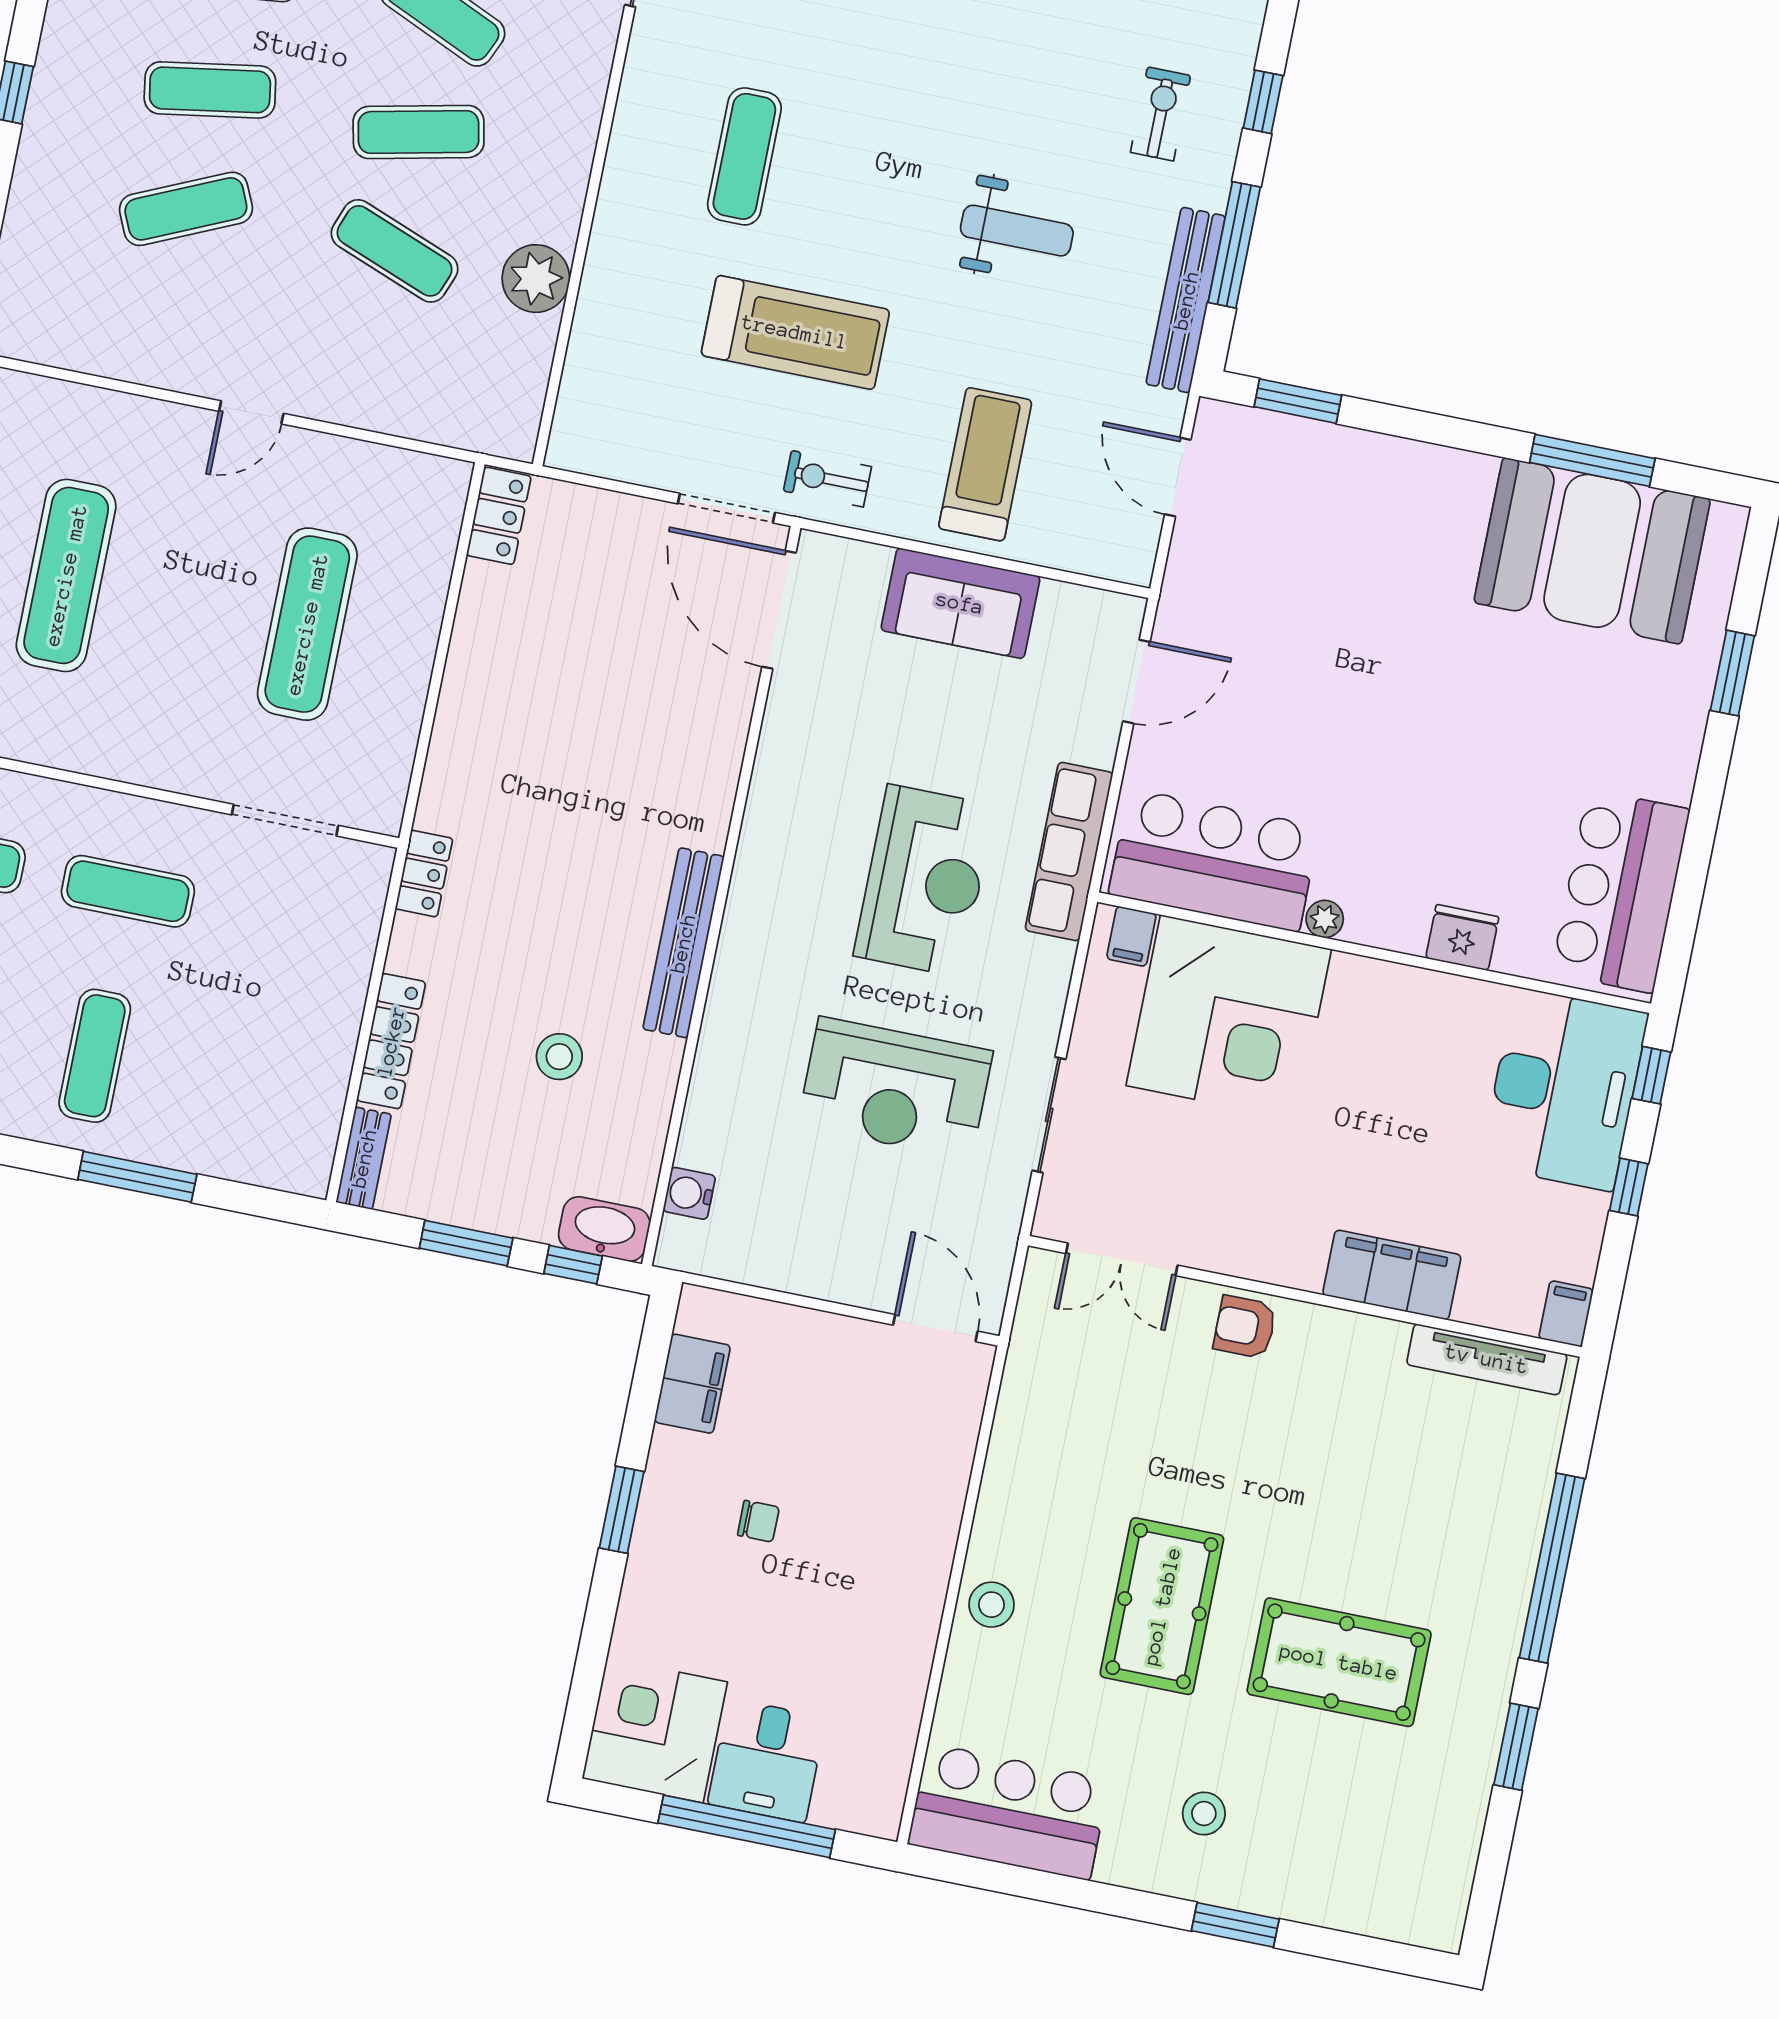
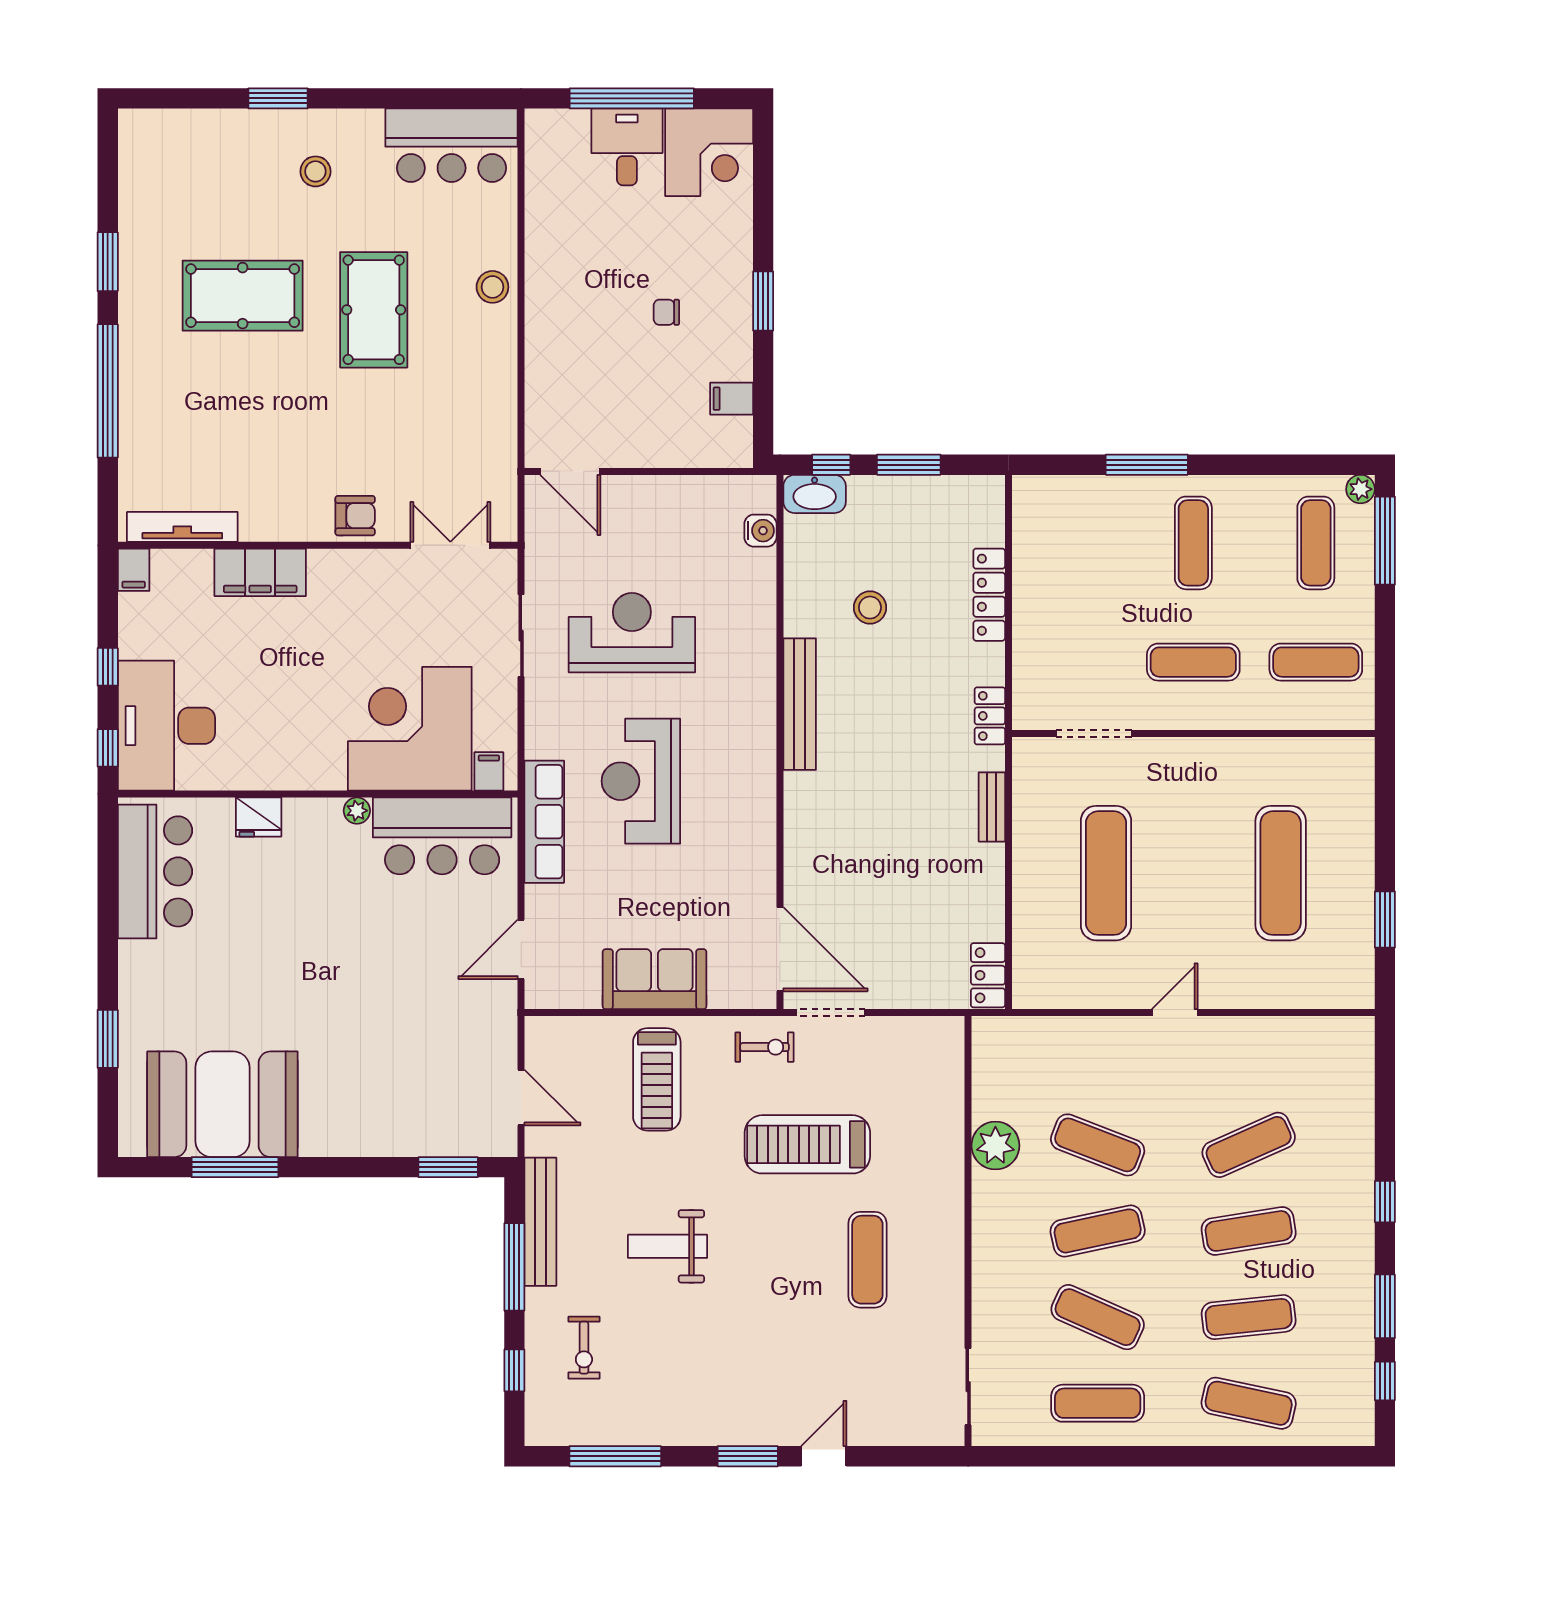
bench: (364, 1158) -> (992, 807), moved
filing cabinet: (692, 1384) -> (732, 399), width x0.50

